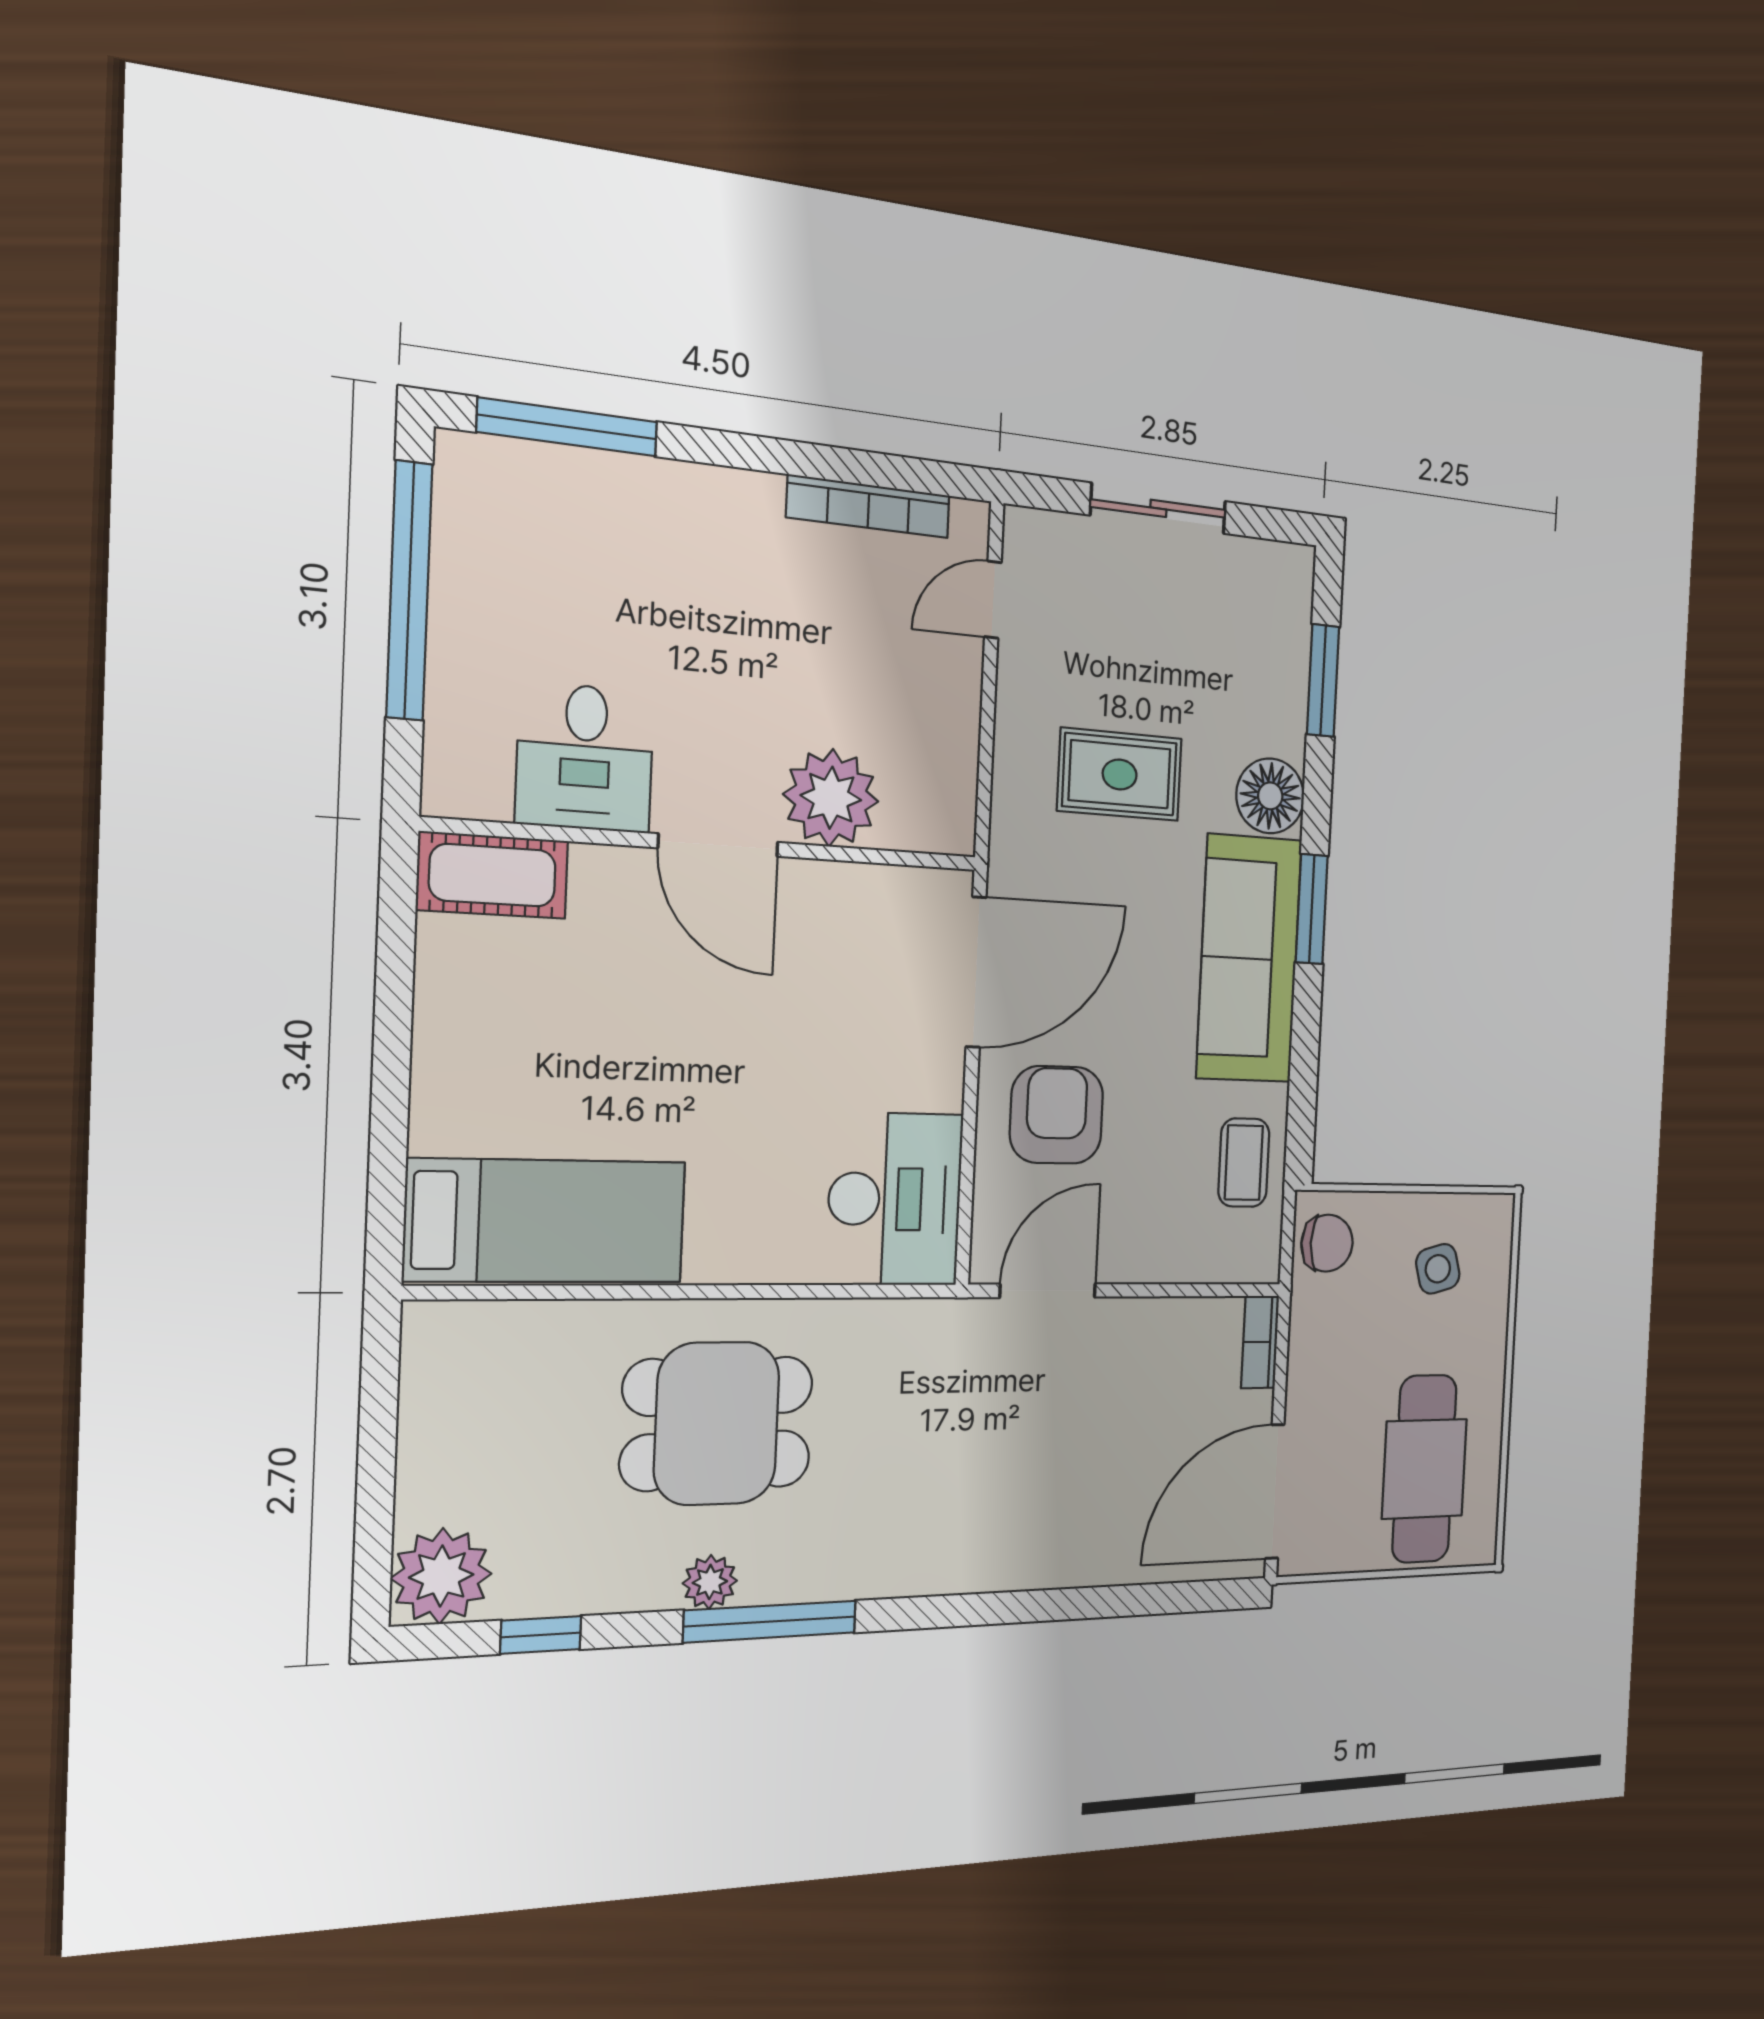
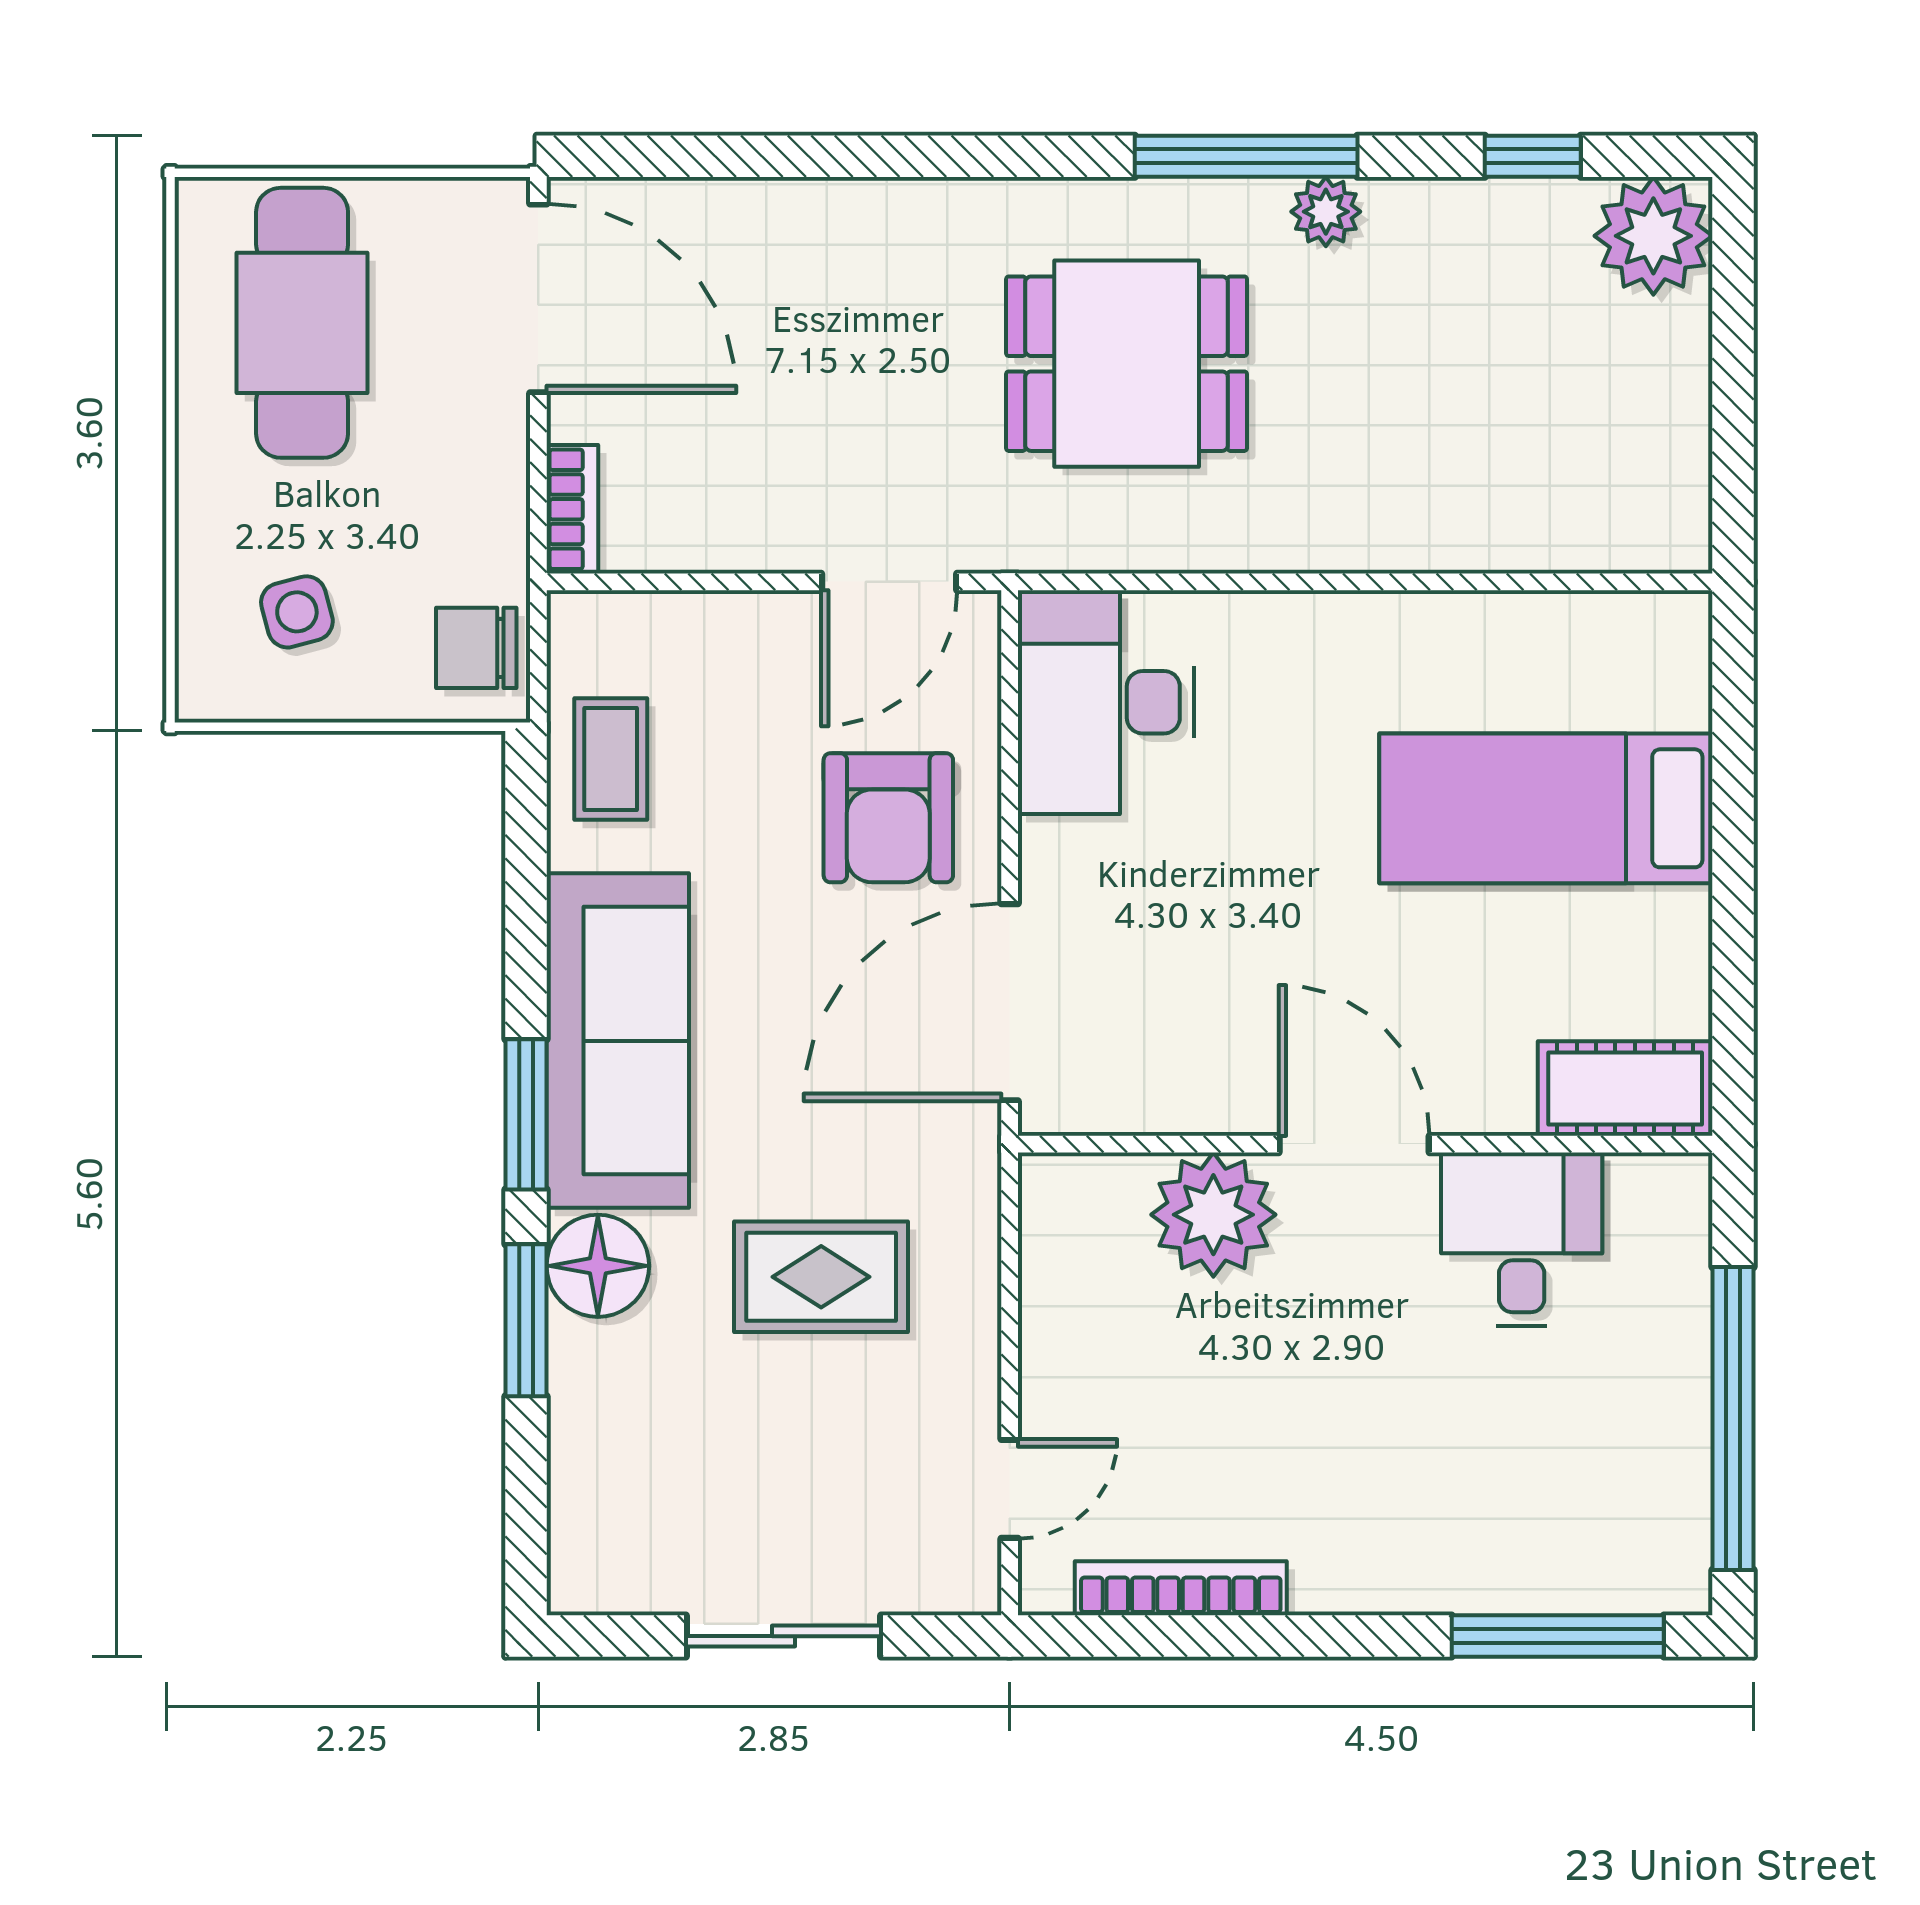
window: (1323, 681) -> (526, 1320), moved
bed: (546, 1221) -> (1546, 808), moved
dining table: (717, 1423) -> (1127, 364), moved
door: (1275, 1492) -> (538, 298), hinge flipped

